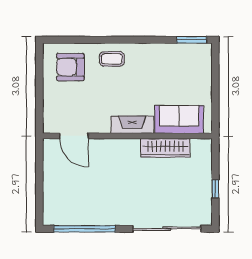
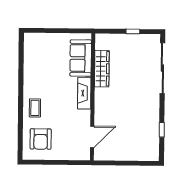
window: (192, 40) -> (21, 48), removed
window: (84, 229) -> (162, 130), width x0.32

